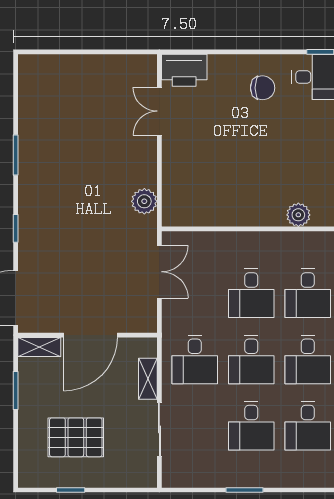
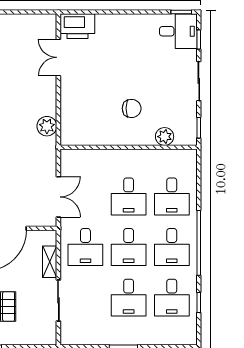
chair: (263, 88) -> (132, 108), moved
double door: (159, 272) -> (58, 197), moved

